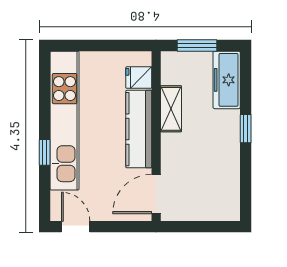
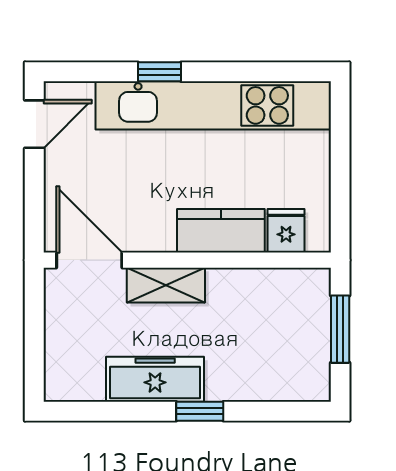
freezer: (227, 80) -> (155, 379), moved
shelving: (171, 109) -> (166, 285), moved
kitchen counter: (139, 129) -> (221, 231), width x0.67

